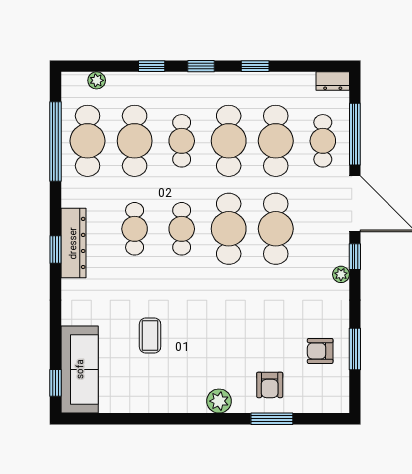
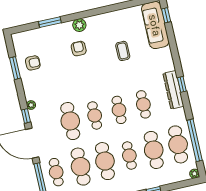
plant: (97, 80) -> (194, 174), moved
cafe table: (229, 229) -> (95, 115), width x0.73, depth x0.74
armchair: (270, 385) -> (79, 49), moved

